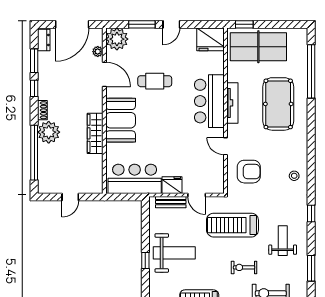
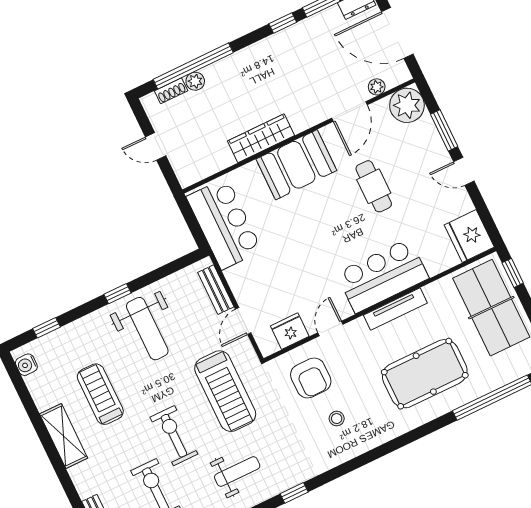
shoe rack: (42, 110) -> (171, 91), moved
plant: (49, 132) -> (195, 81), moved, width x0.53, depth x0.53
stool: (294, 176) -> (337, 419), moved
fridge: (172, 185) -> (290, 331), moved, turned -90
treadmill: (232, 225) -> (225, 391), turned 180
exercise bike: (244, 267) -> (174, 436), width x1.38, depth x1.39

